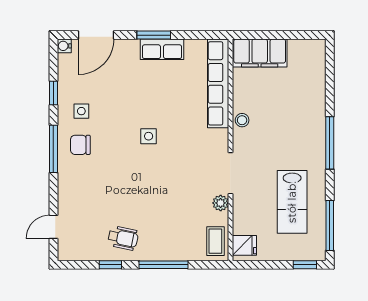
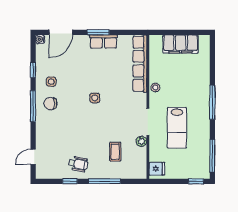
filing cabinet: (260, 53) -> (181, 44), moved
lab bench: (292, 202) -> (177, 128), moved
coffee table: (215, 241) -> (115, 152), moved

